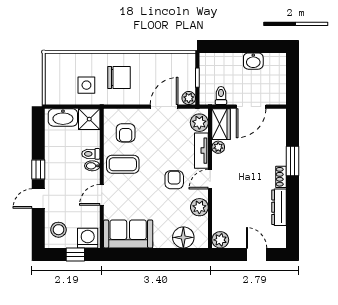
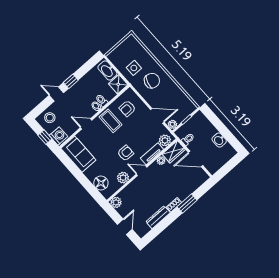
chair: (119, 78) -> (152, 81), turned -73

